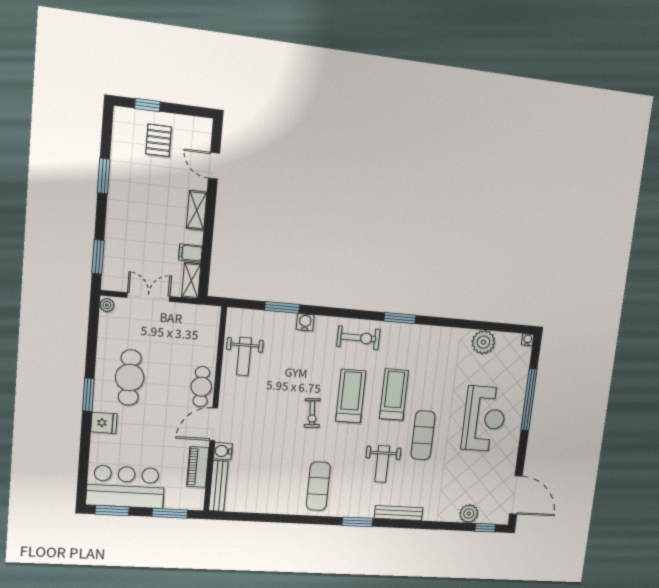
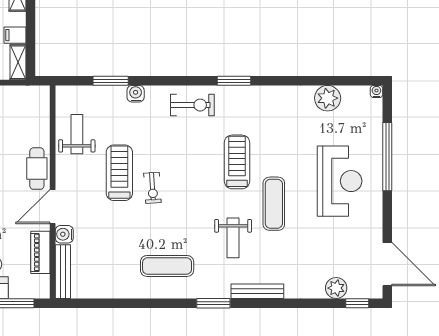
weight bench: (244, 356) -> (77, 134), turned 180
treadmill: (351, 396) -> (119, 173), moved
exercise mat: (318, 486) -> (167, 266), turned 90

